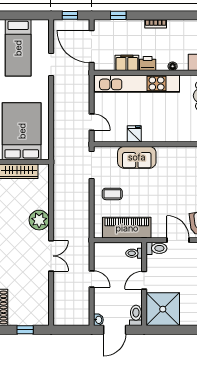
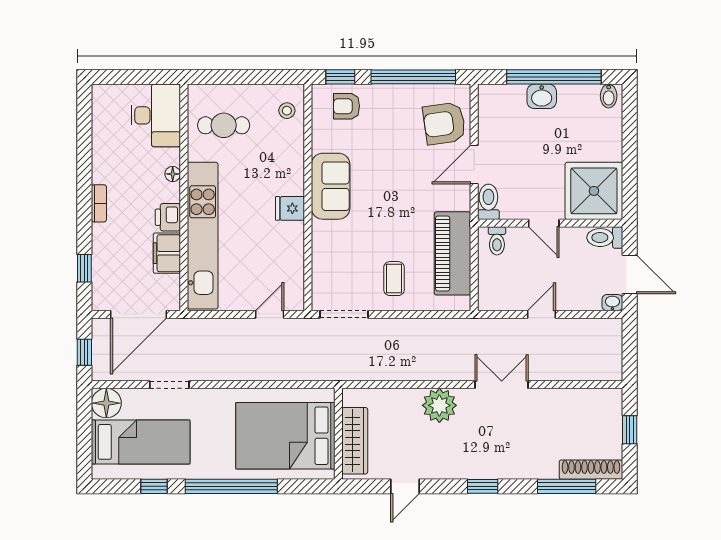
floor lamp: (41, 28) -> (106, 403), added
fridge: (134, 134) -> (290, 208), moved
sofa: (137, 157) -> (331, 186), moved

